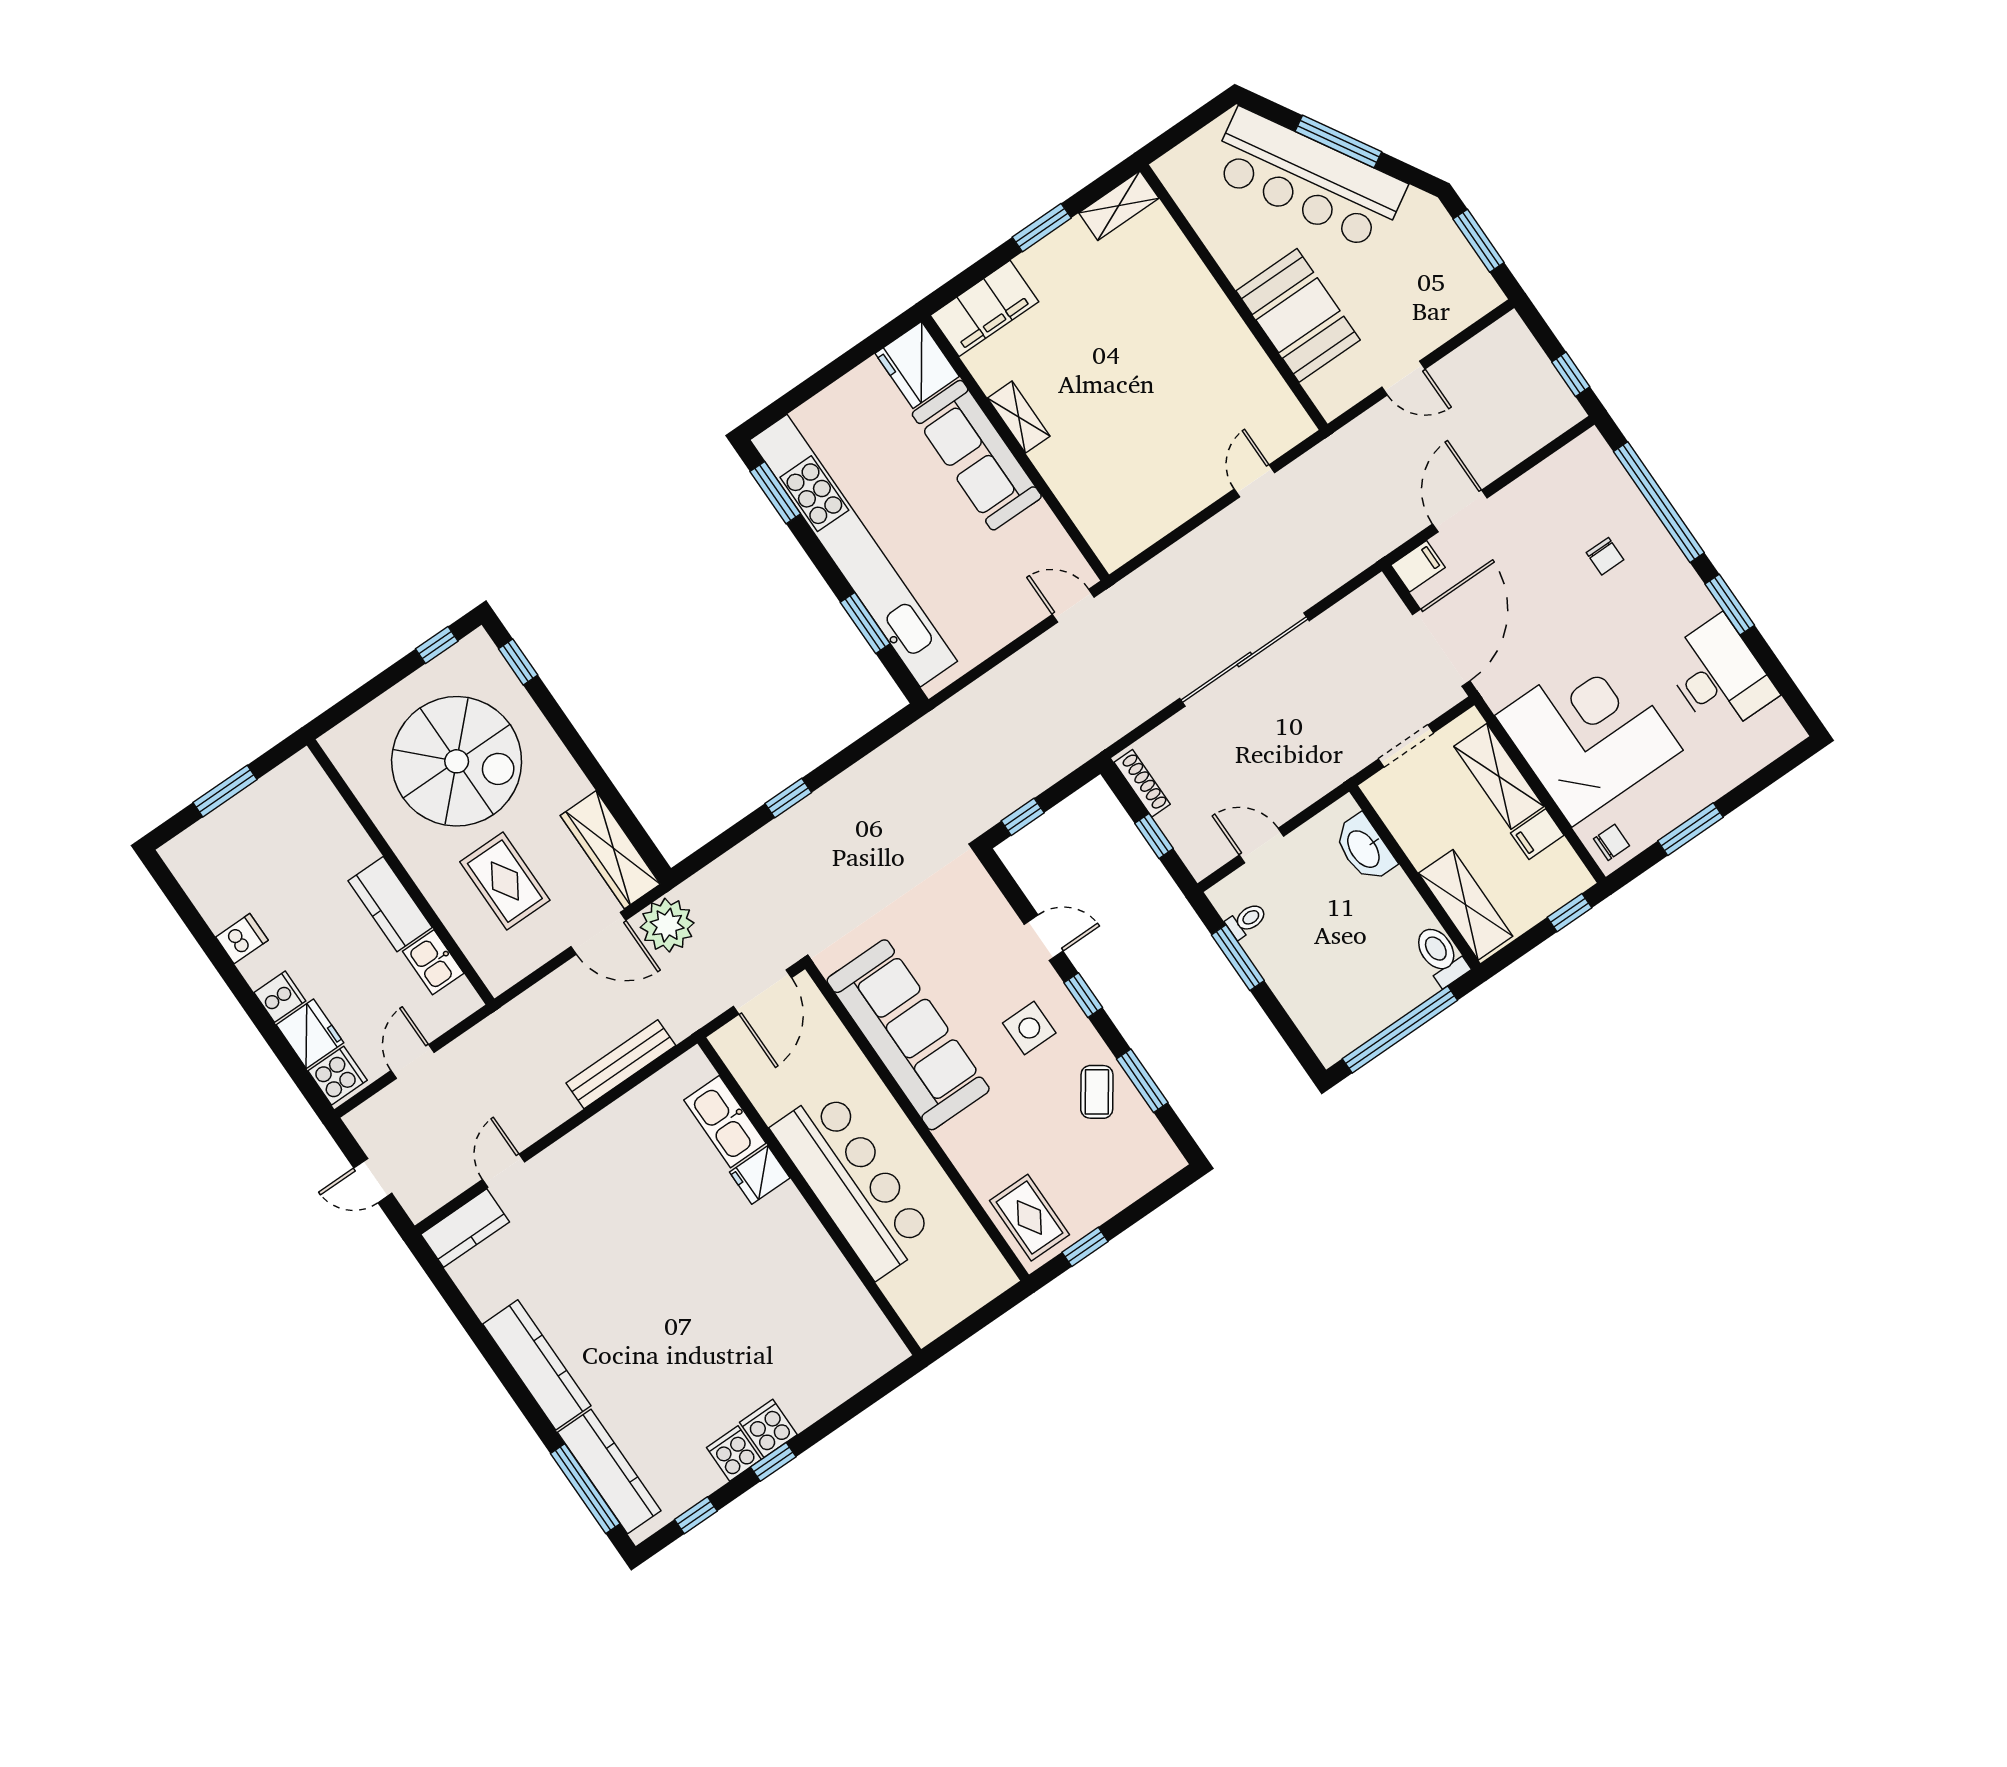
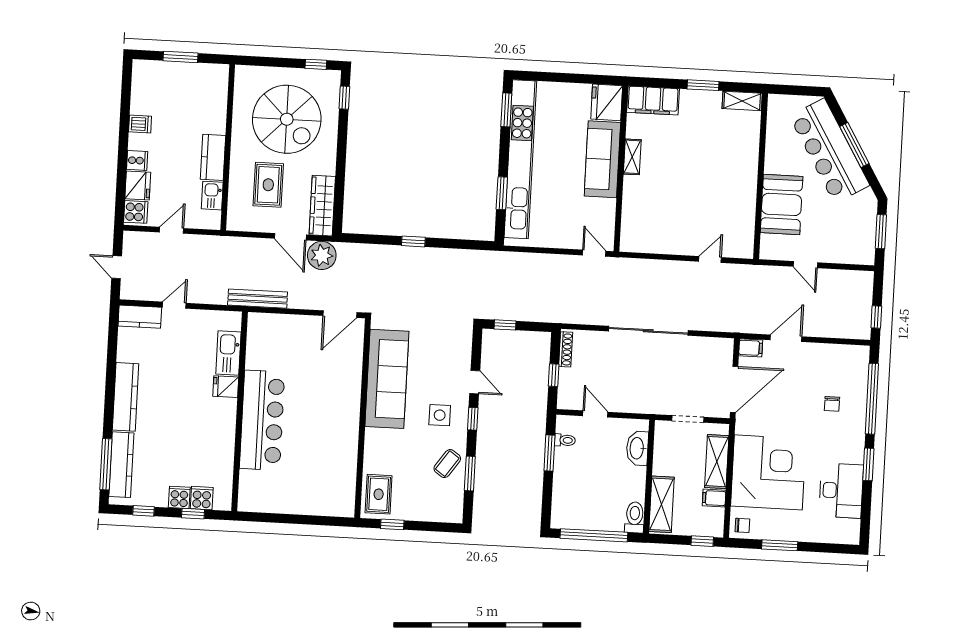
kitchen sink: (725, 1122) -> (228, 353), moved
fridge: (760, 1175) -> (226, 387), moved
bar counter: (853, 1183) -> (262, 420), moved
wall: (809, 1196) -> (240, 411), moved

